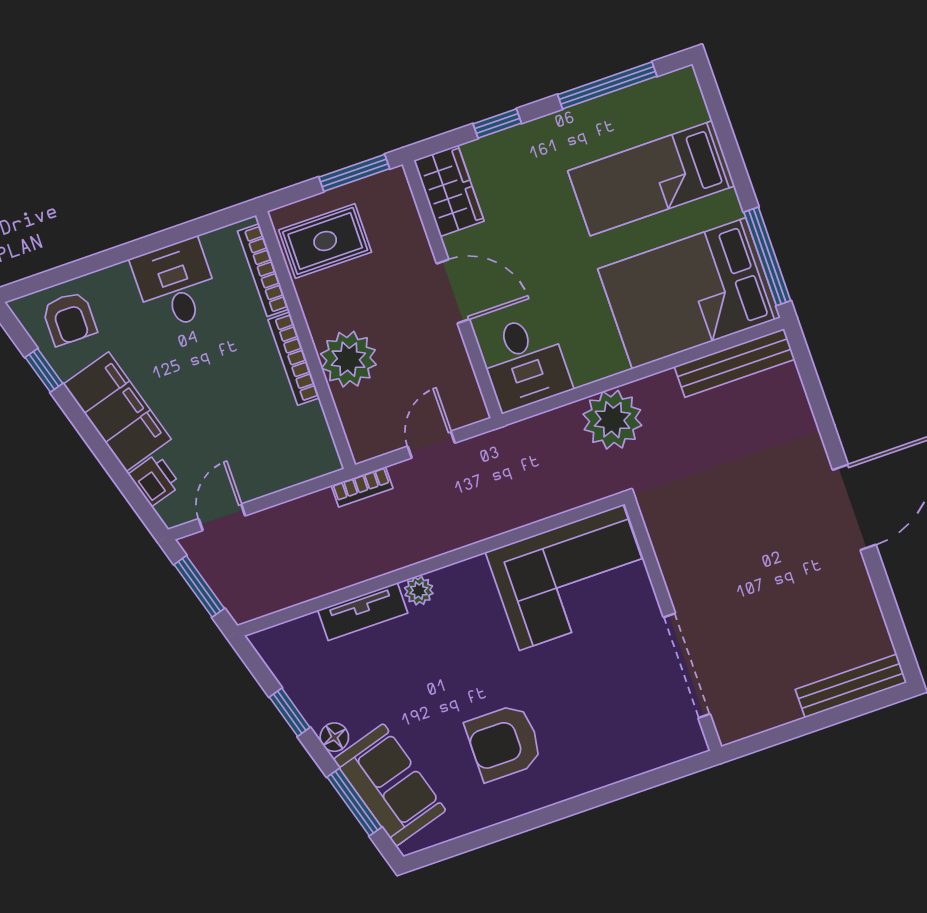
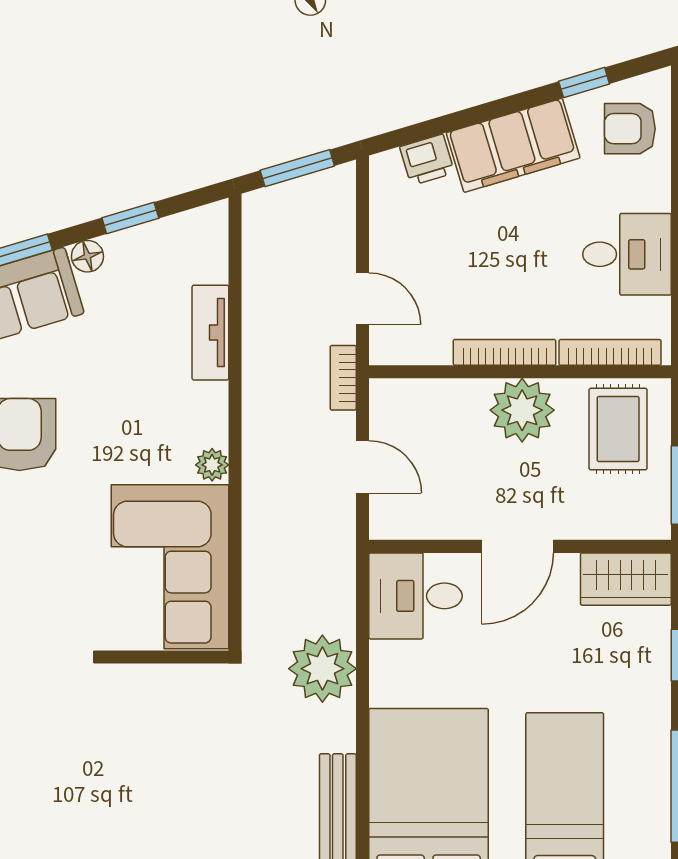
plant: (348, 359) -> (522, 410), moved
door: (222, 517) -> (363, 299), moved
plant: (419, 591) -> (212, 465), moved

